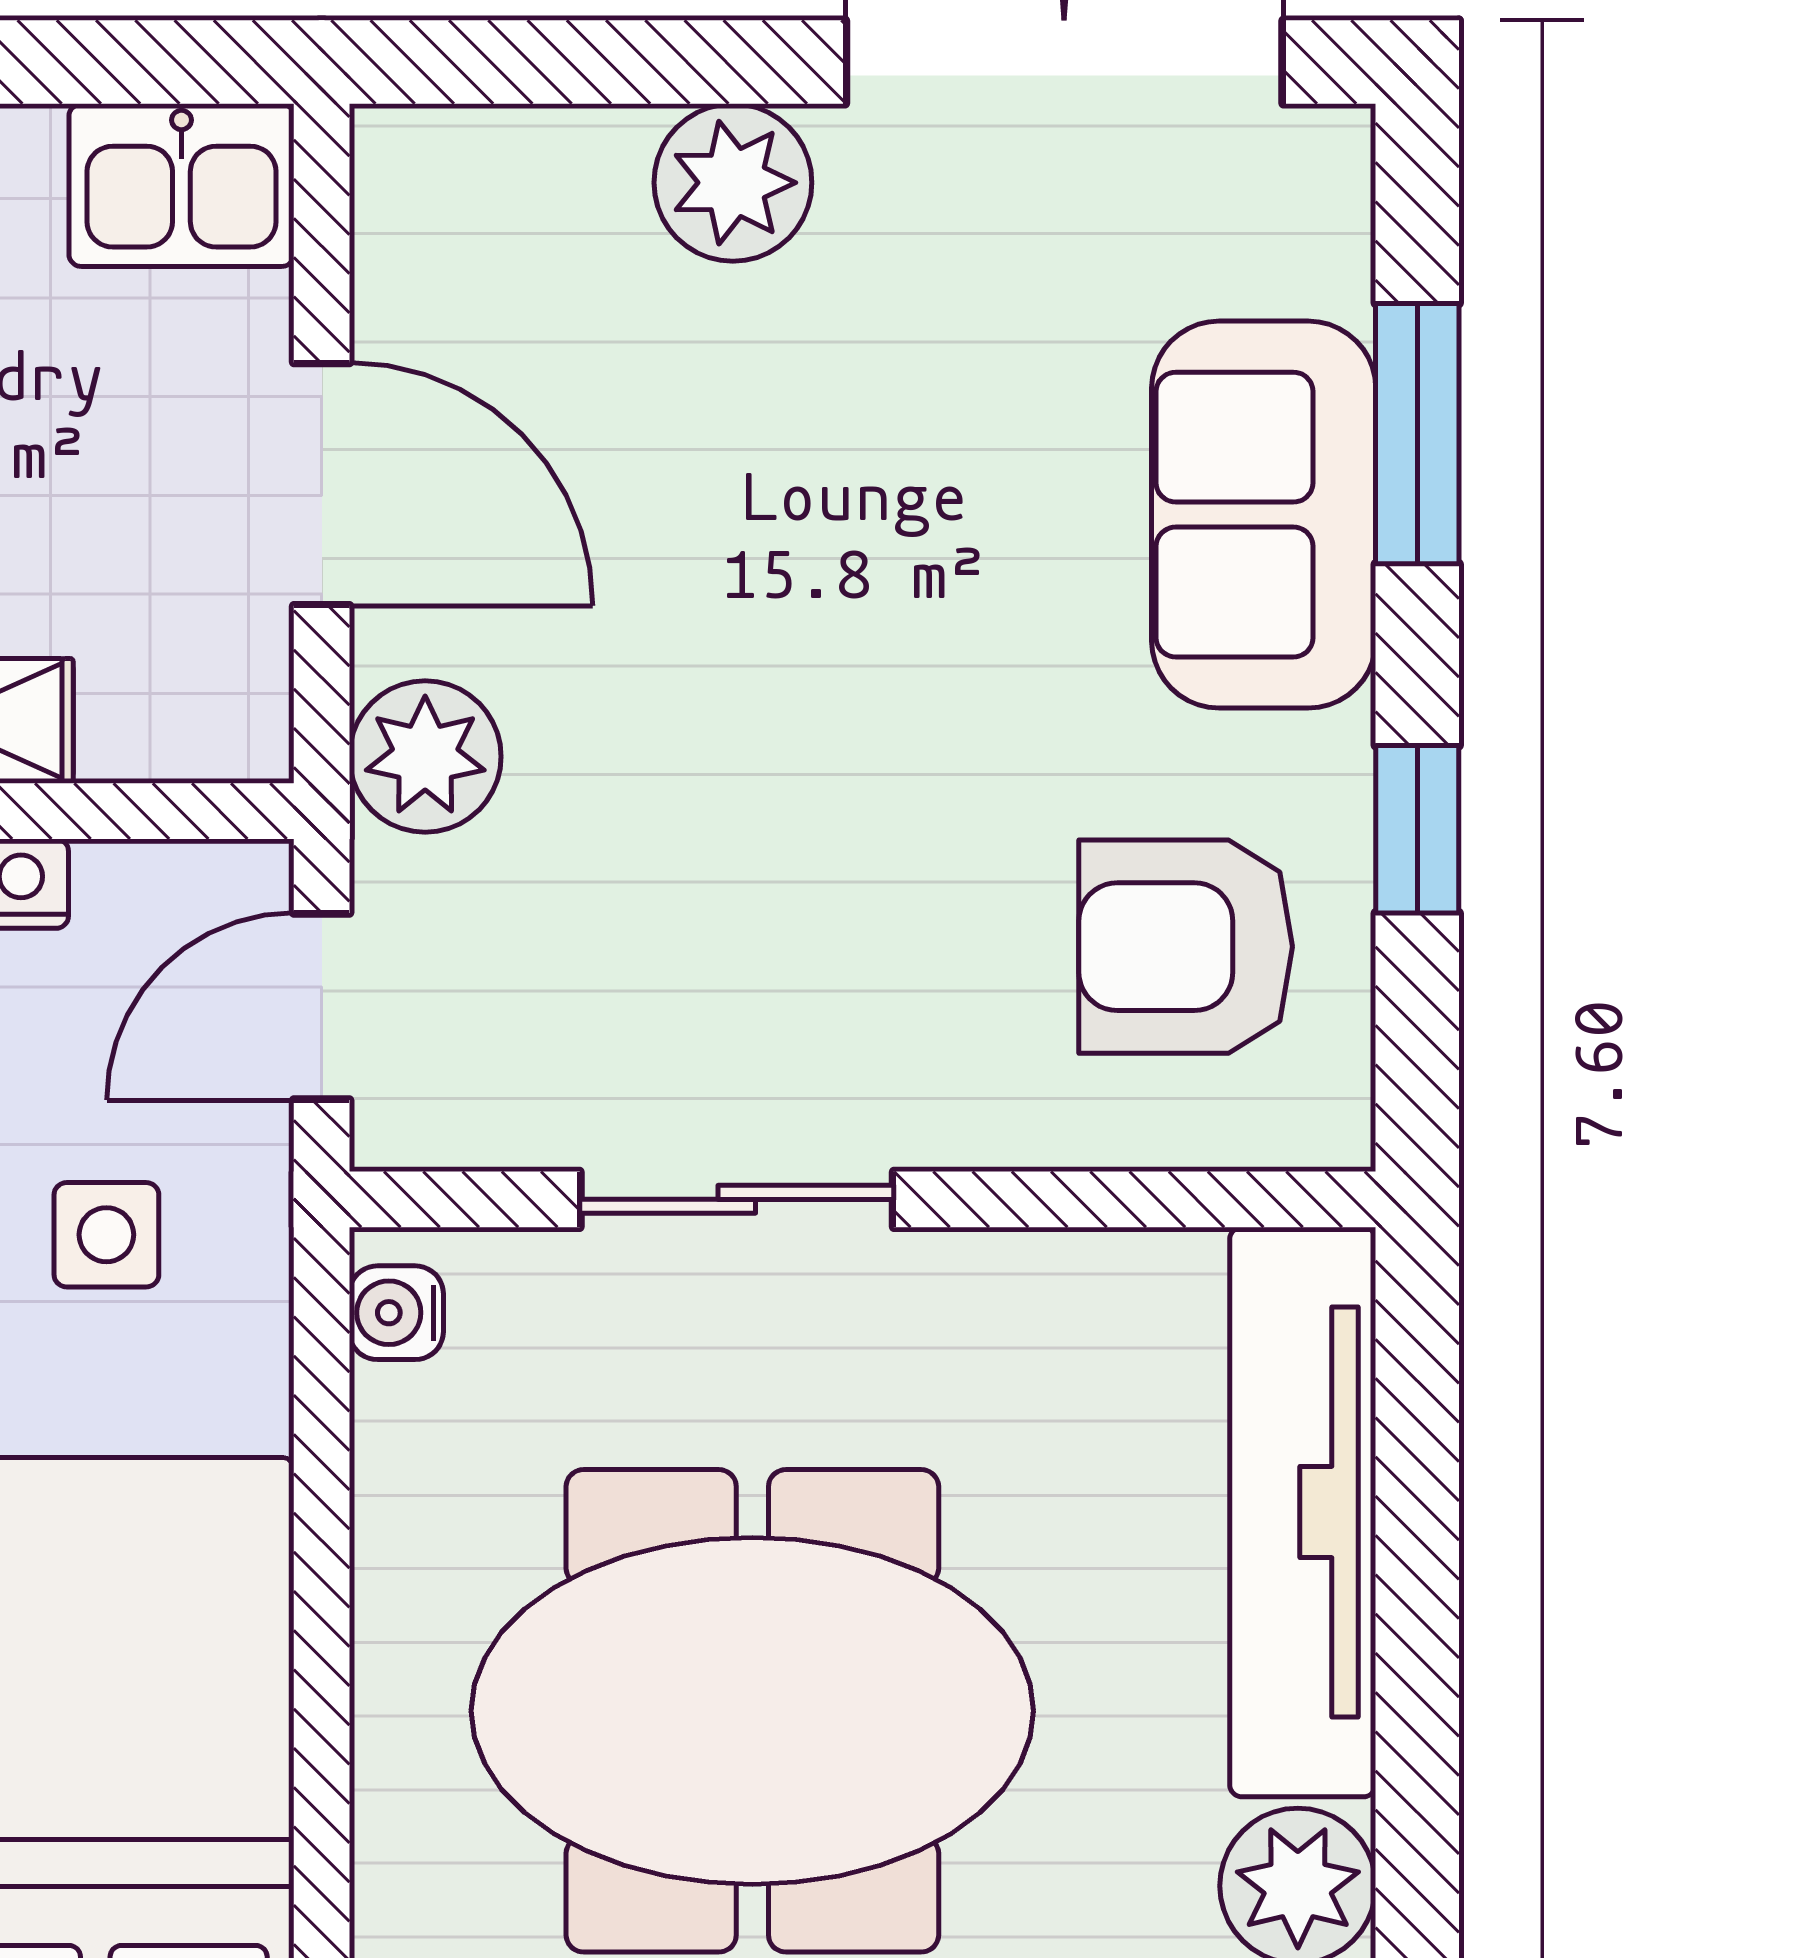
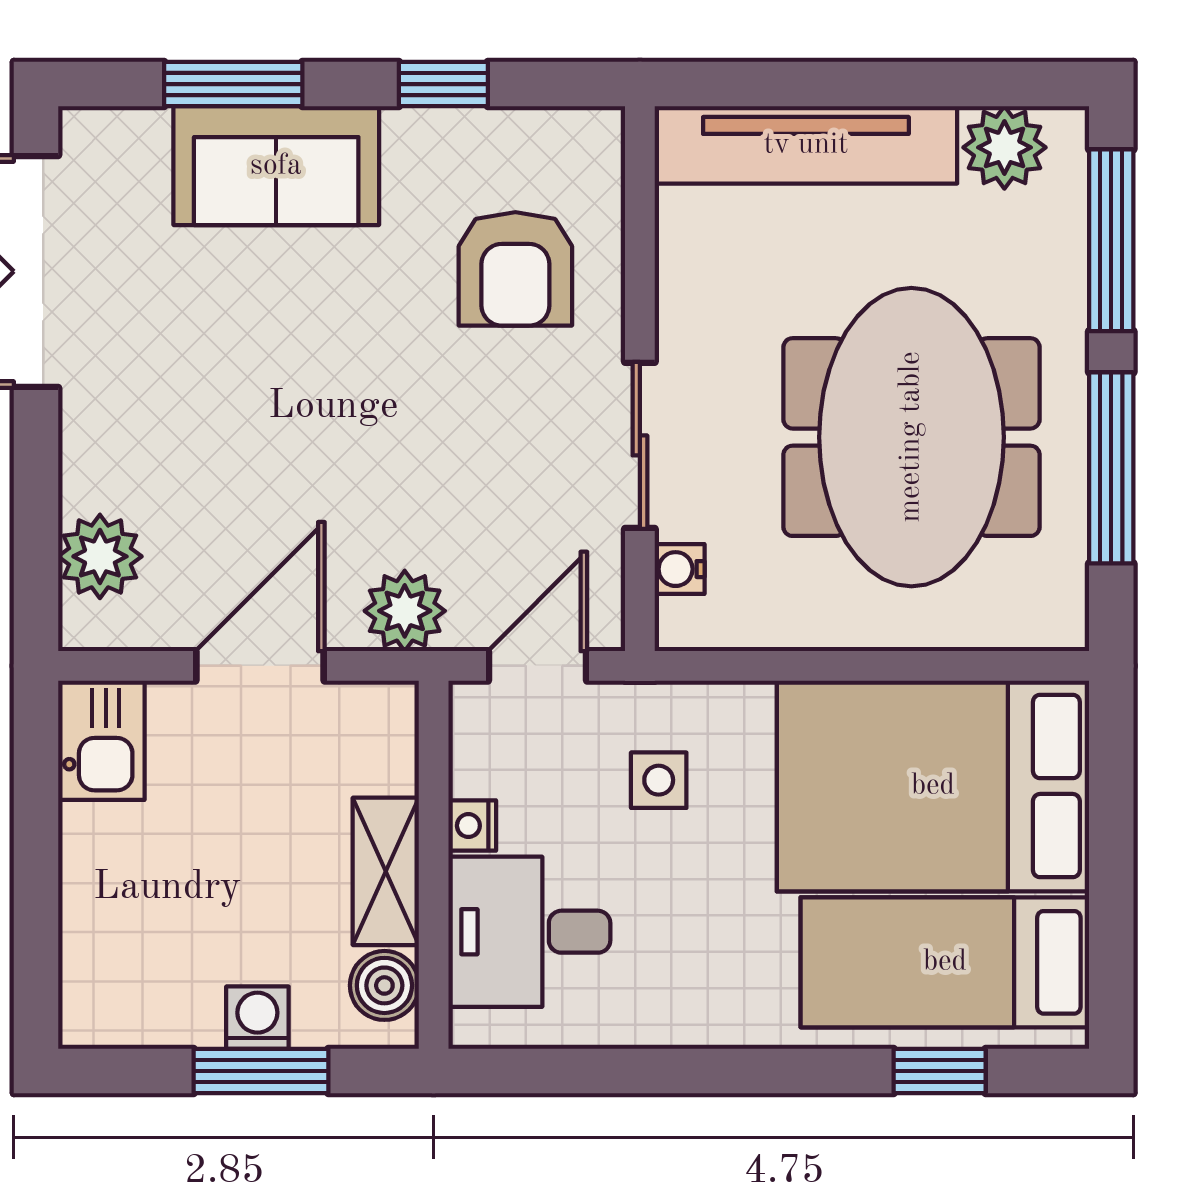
plant: (733, 183) -> (100, 556), moved
armchair: (1186, 947) -> (515, 269), moved
door: (322, 1006) -> (537, 666), swing flipped
water cooler: (396, 1313) -> (680, 569), moved, turned 90

